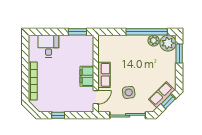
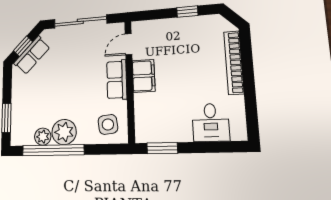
plant: (168, 43) -> (64, 132), moved
side table: (129, 92) -> (108, 124), moved

